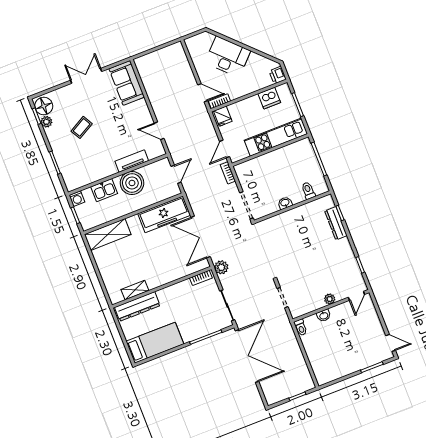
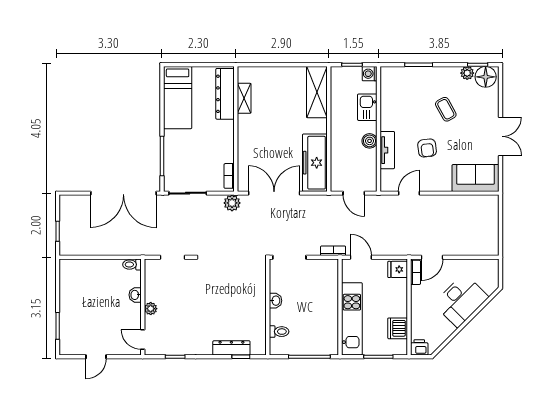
armchair: (118, 130) -> (427, 148), added
boiler: (132, 183) -> (370, 141), width x0.54, depth x0.54
door: (391, 343) -> (96, 357), moved

